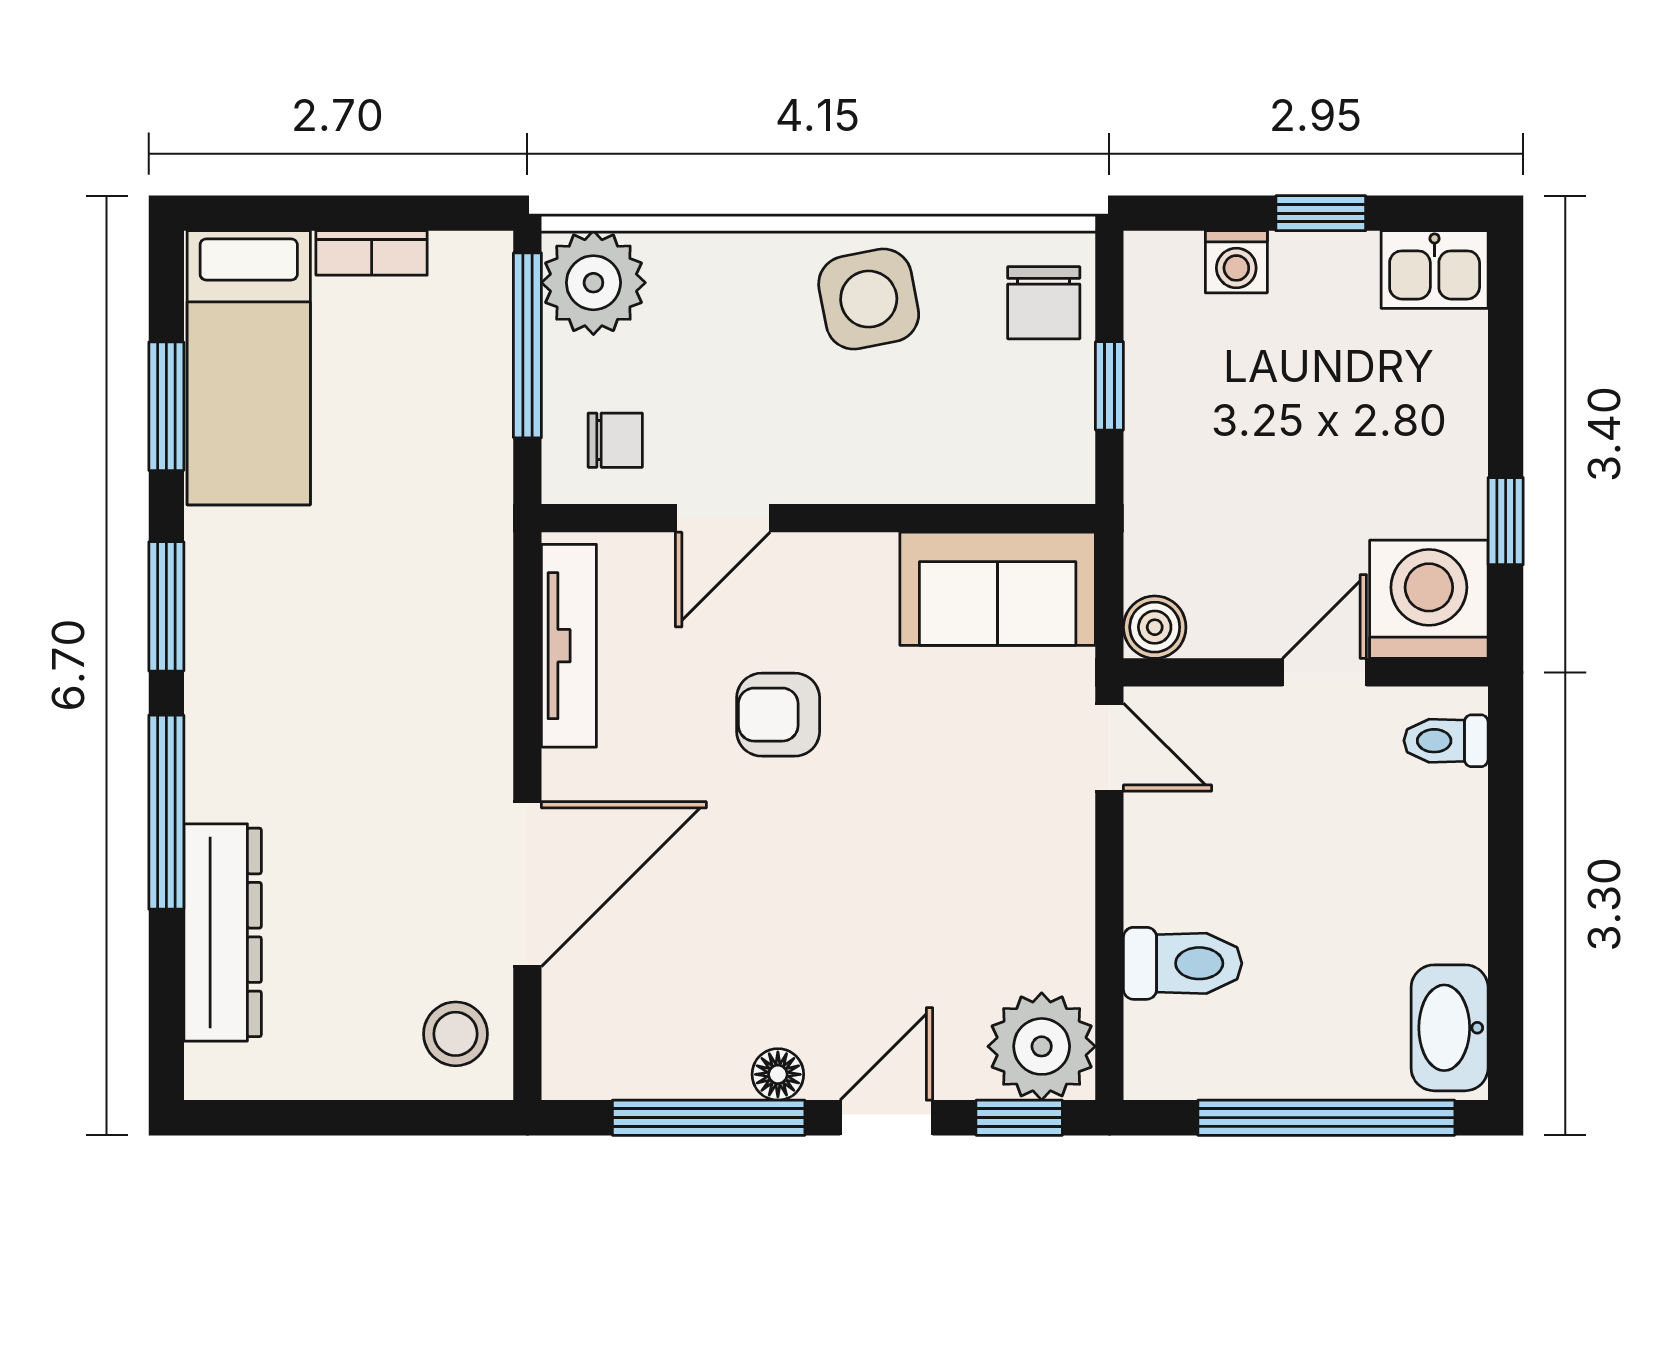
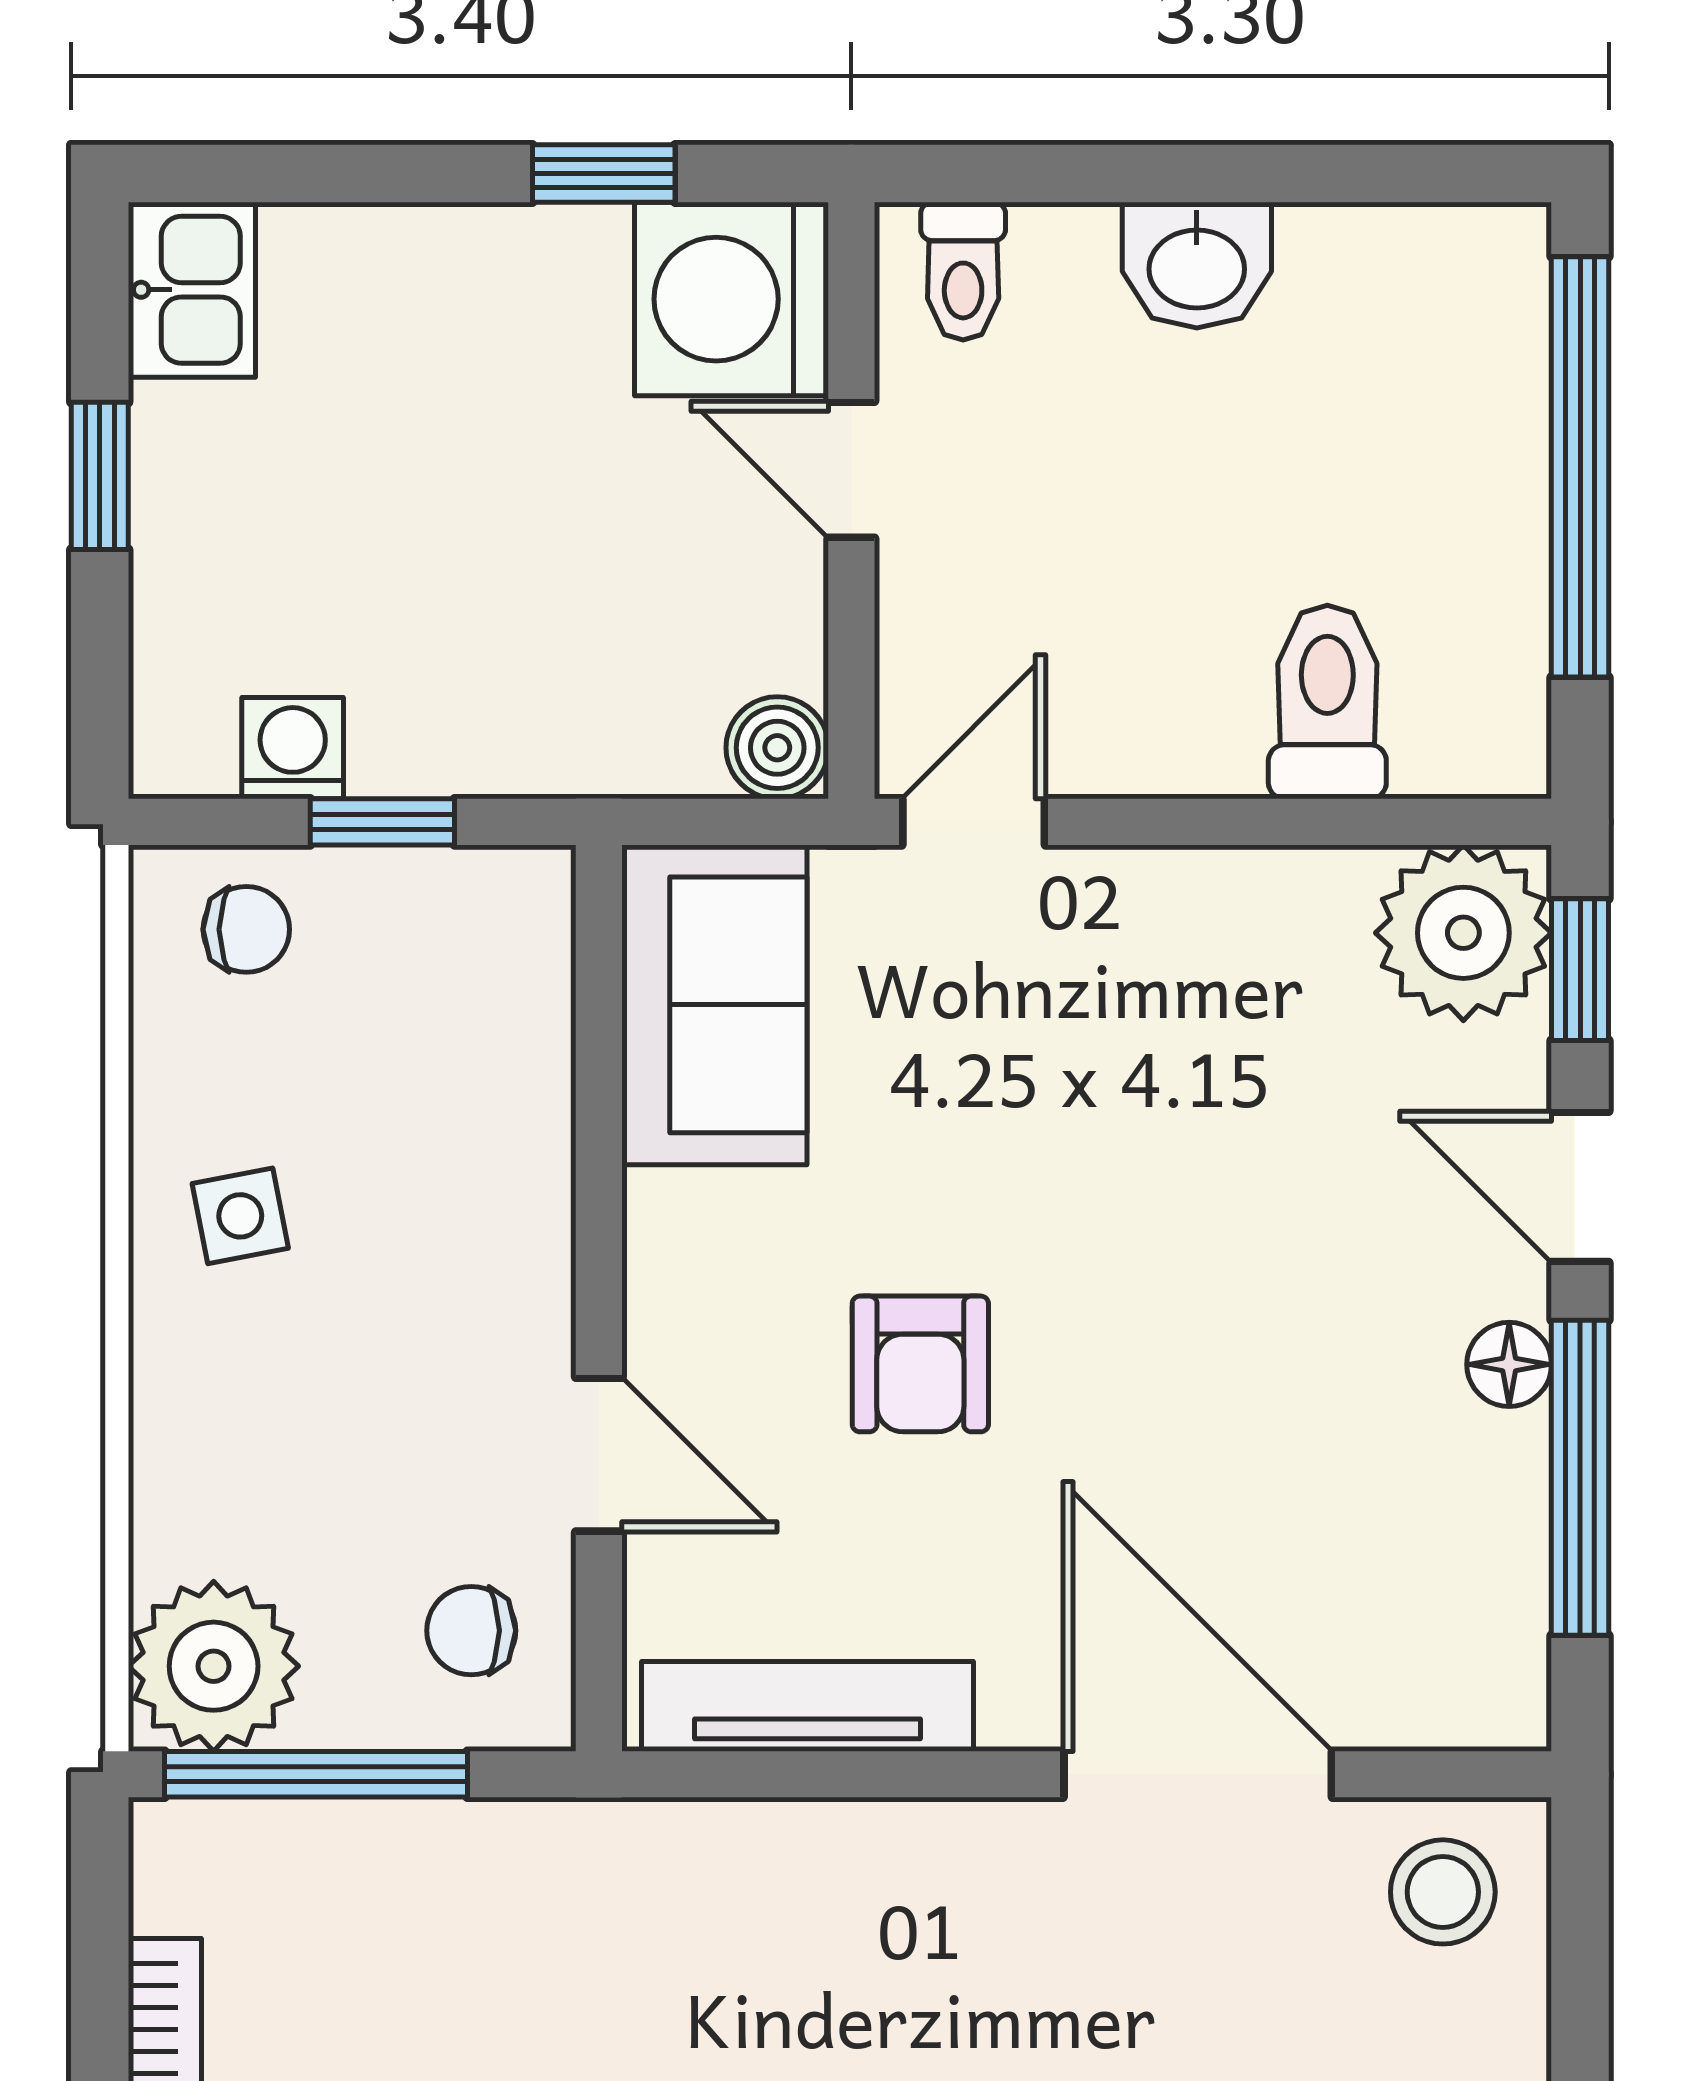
washing machine: (1236, 262) -> (293, 748), moved, turned -90
side table: (869, 299) -> (240, 1216), width x0.54, depth x0.54
chair: (1044, 303) -> (246, 929), width x0.73, depth x0.73
chair: (615, 440) -> (471, 1631), turned -90
washbasin: (1450, 1028) -> (1197, 265), moved, width x0.72

